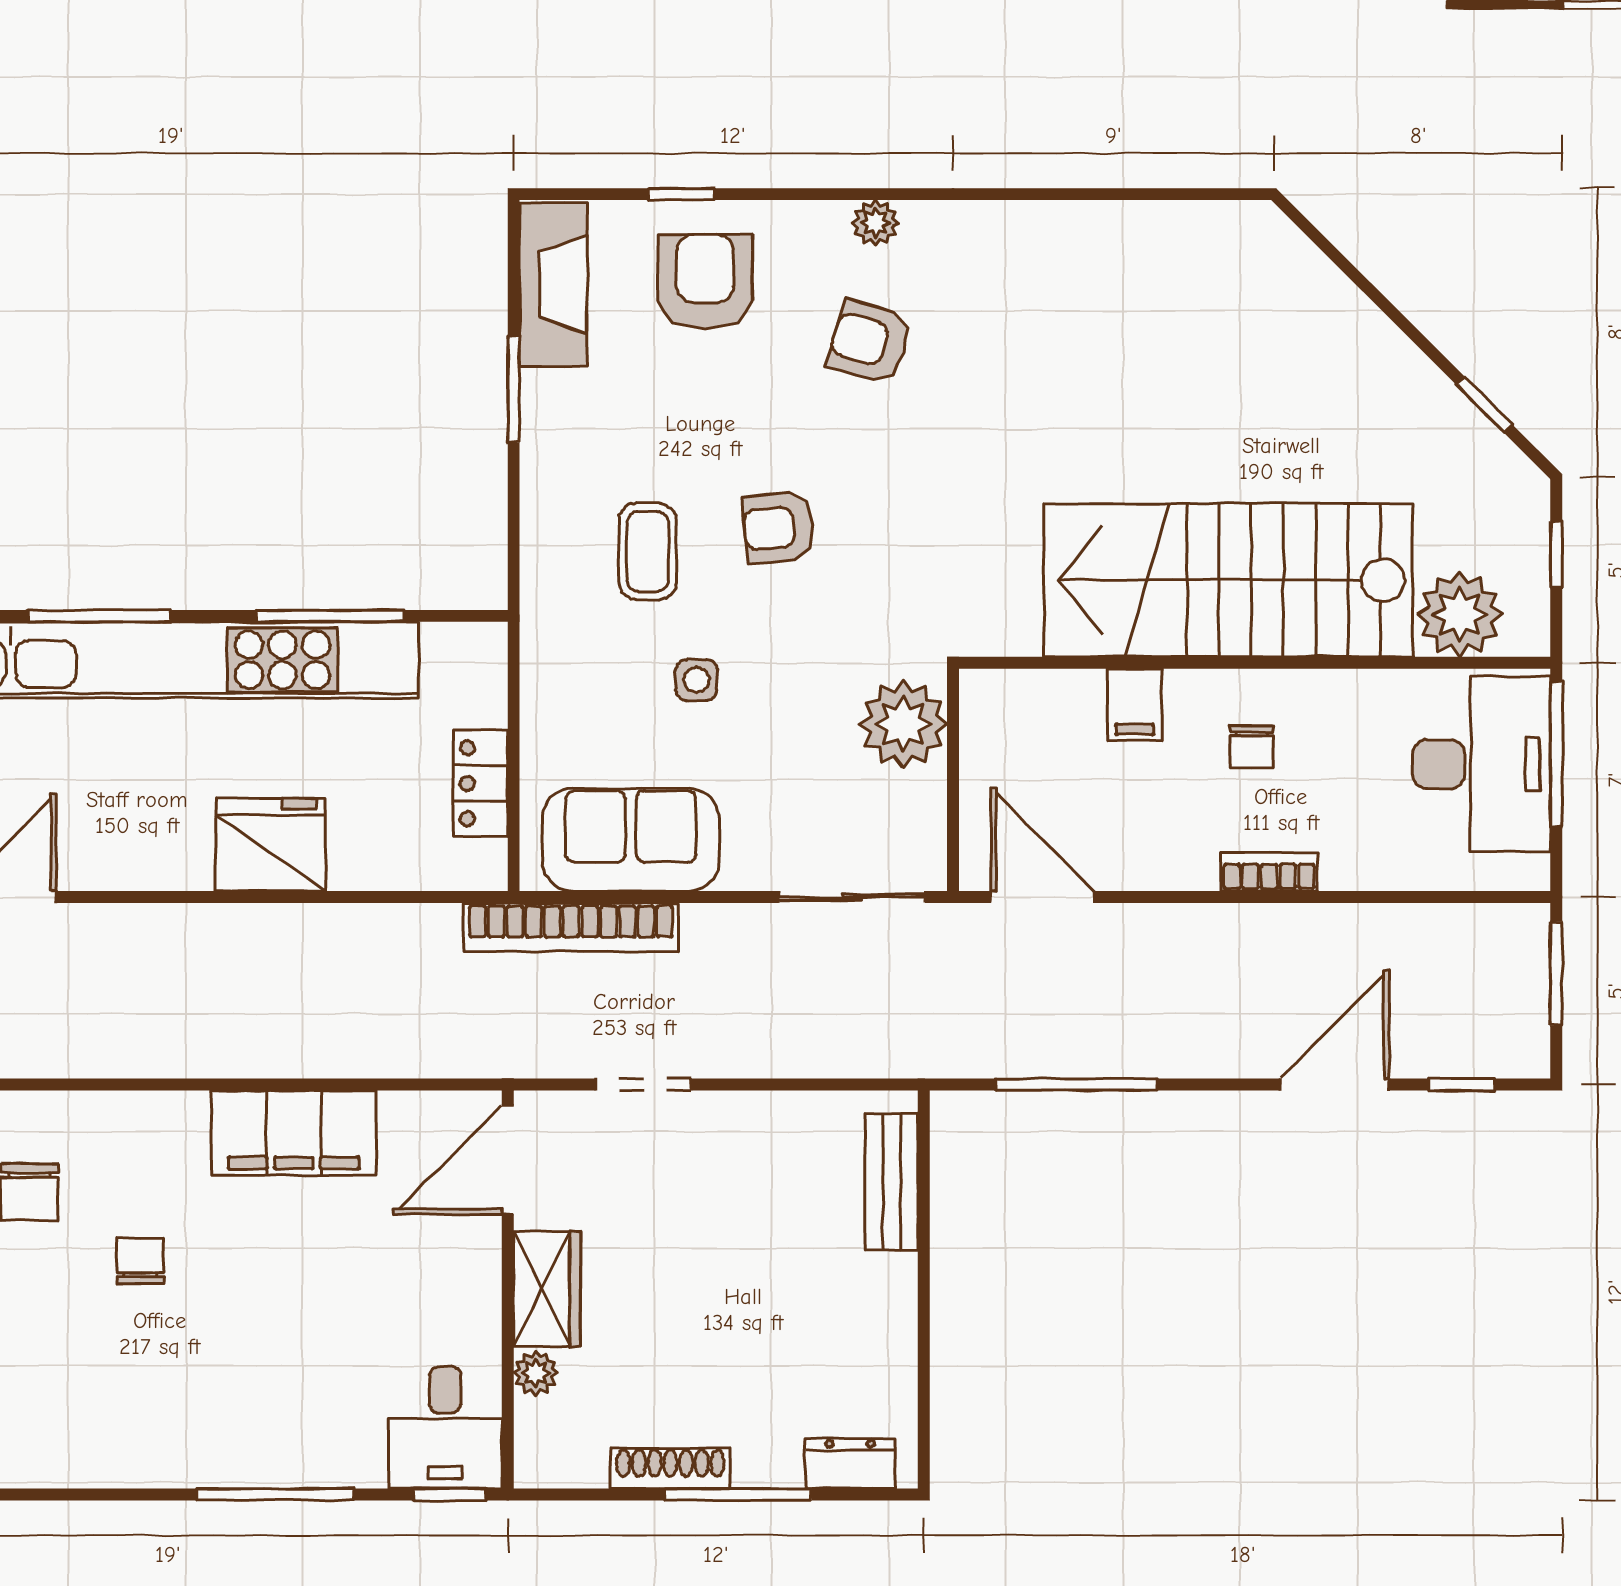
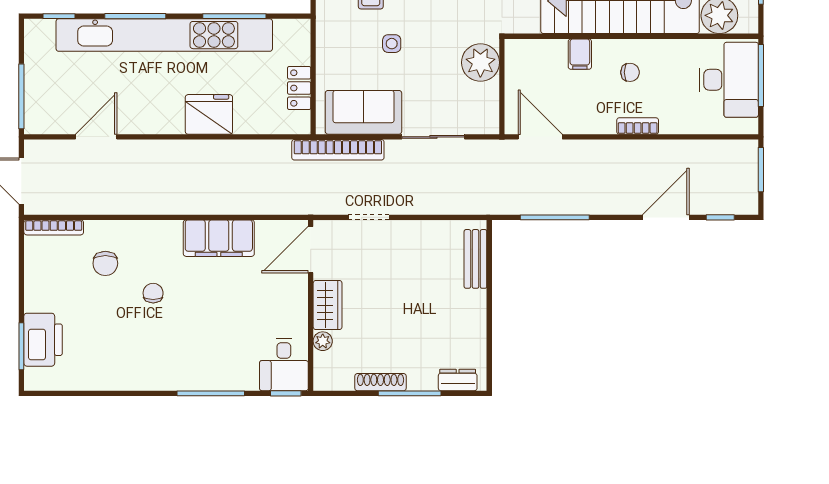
chair: (1252, 747) -> (630, 72), turned -90
sliding door: (852, 897) -> (433, 137), moved

